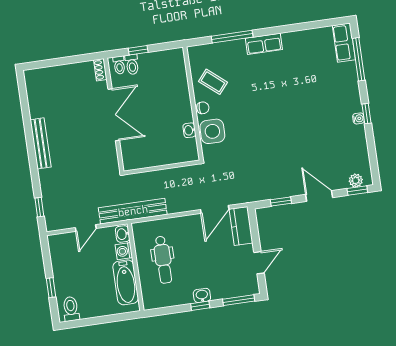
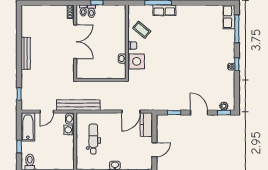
row of seats: (264, 44) -> (164, 10), moved
dental chair: (163, 260) -> (93, 139), turned 180
bathtub: (126, 282) -> (28, 127), moved, turned 180

